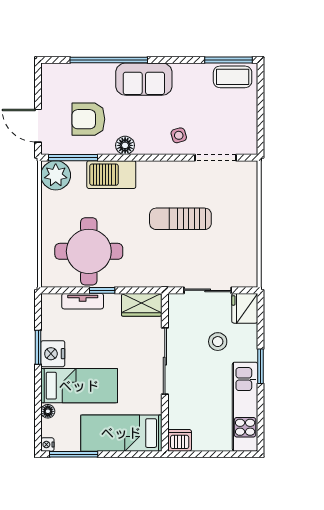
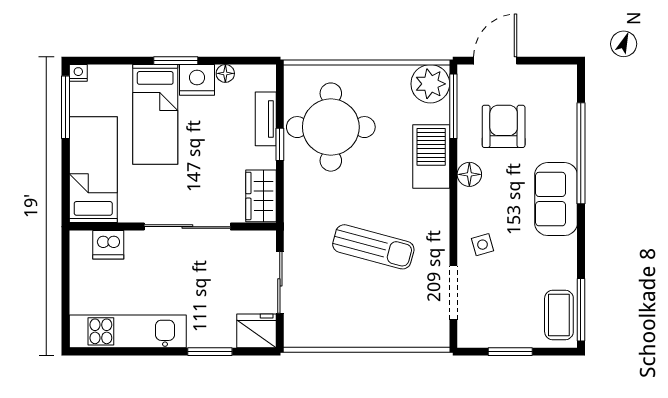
window: (261, 114) -> (510, 352), added
sun lounger: (180, 219) -> (373, 247), turned 105
stool: (218, 342) -> (213, 296), removed
window: (38, 347) -> (176, 61), moved
window: (261, 366) -> (210, 352), moved
floor lamp: (48, 411) -> (225, 73), moved
dishwasher: (180, 440) -> (108, 245), moved, turned 90

